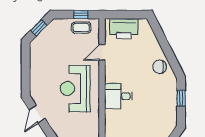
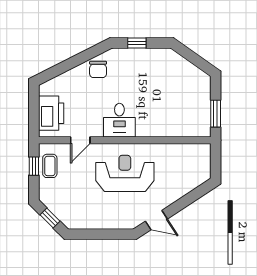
door: (102, 52) -> (80, 140), hinge flipped
reception desk: (75, 88) -> (125, 173), turned 180
desk: (118, 96) -> (119, 120), moved

